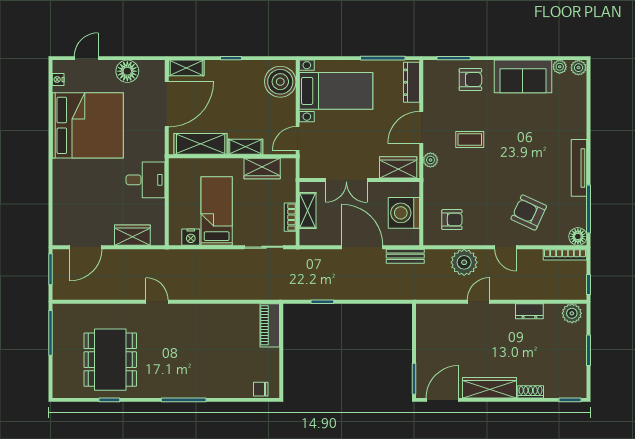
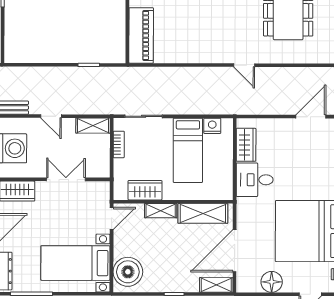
shelving: (308, 211) -> (93, 126), moved, turned 90
wardrobe: (132, 235) -> (246, 145), moved, turned -90
door: (362, 247) -> (51, 116), width x0.53
piano: (270, 325) -> (141, 35), width x1.37, depth x1.33

